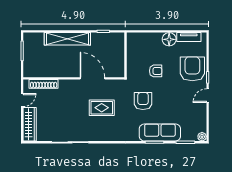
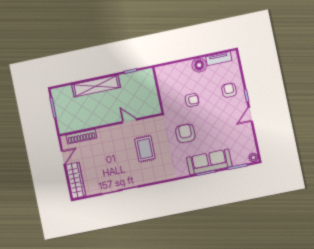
armchair: (192, 69) -> (229, 90), width x0.53, depth x0.53
door: (92, 78) -> (129, 121), width x0.53
rug: (102, 108) -> (145, 149), turned 90

